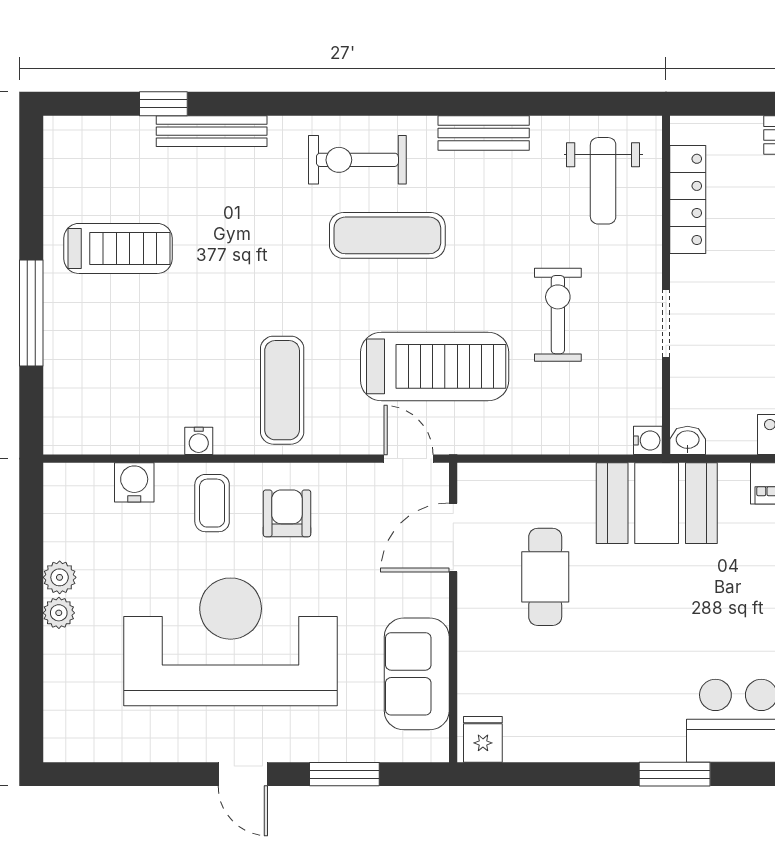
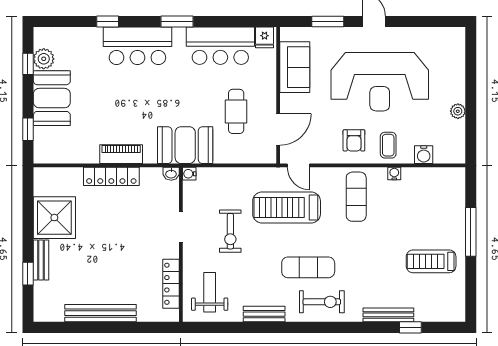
plant: (59, 613) -> (458, 95), removed
bar counter: (580, 721) -> (220, 46), added

